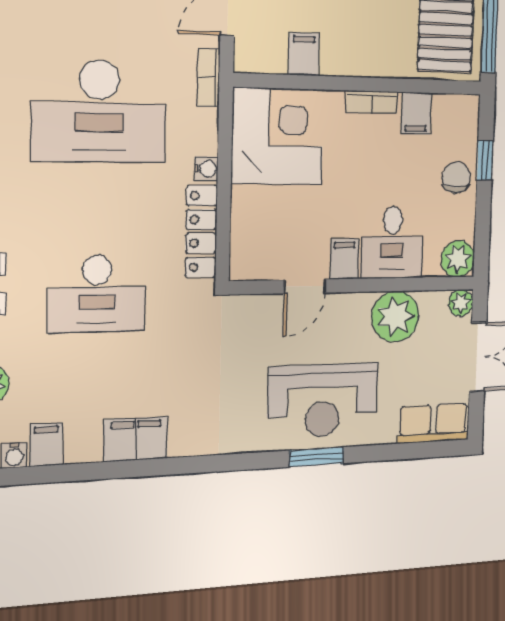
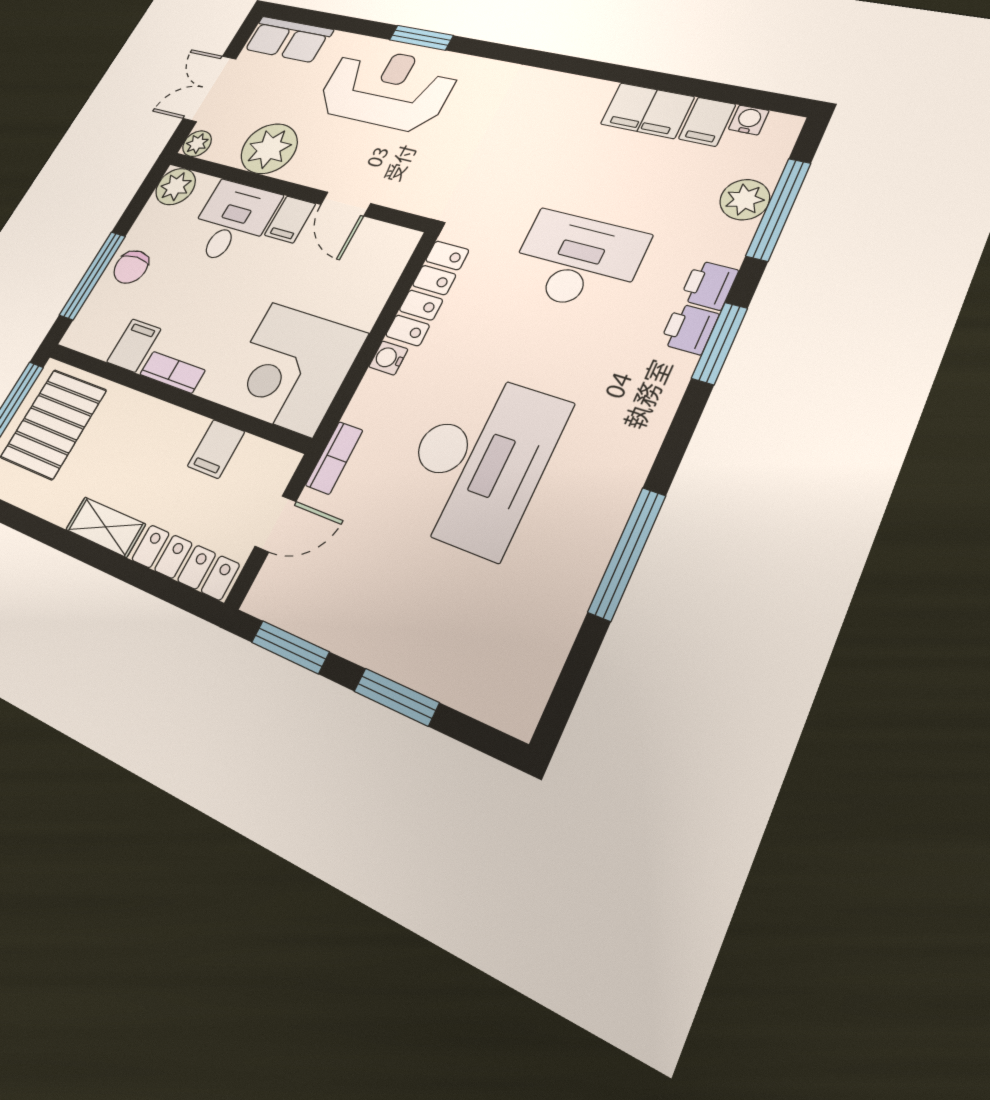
desk: (99, 111) -> (479, 461), turned 90
window: (485, 160) -> (93, 275), width x2.17
door: (305, 286) -> (346, 204), swing flipped
filing cabinet: (136, 439) -> (647, 110), moved

